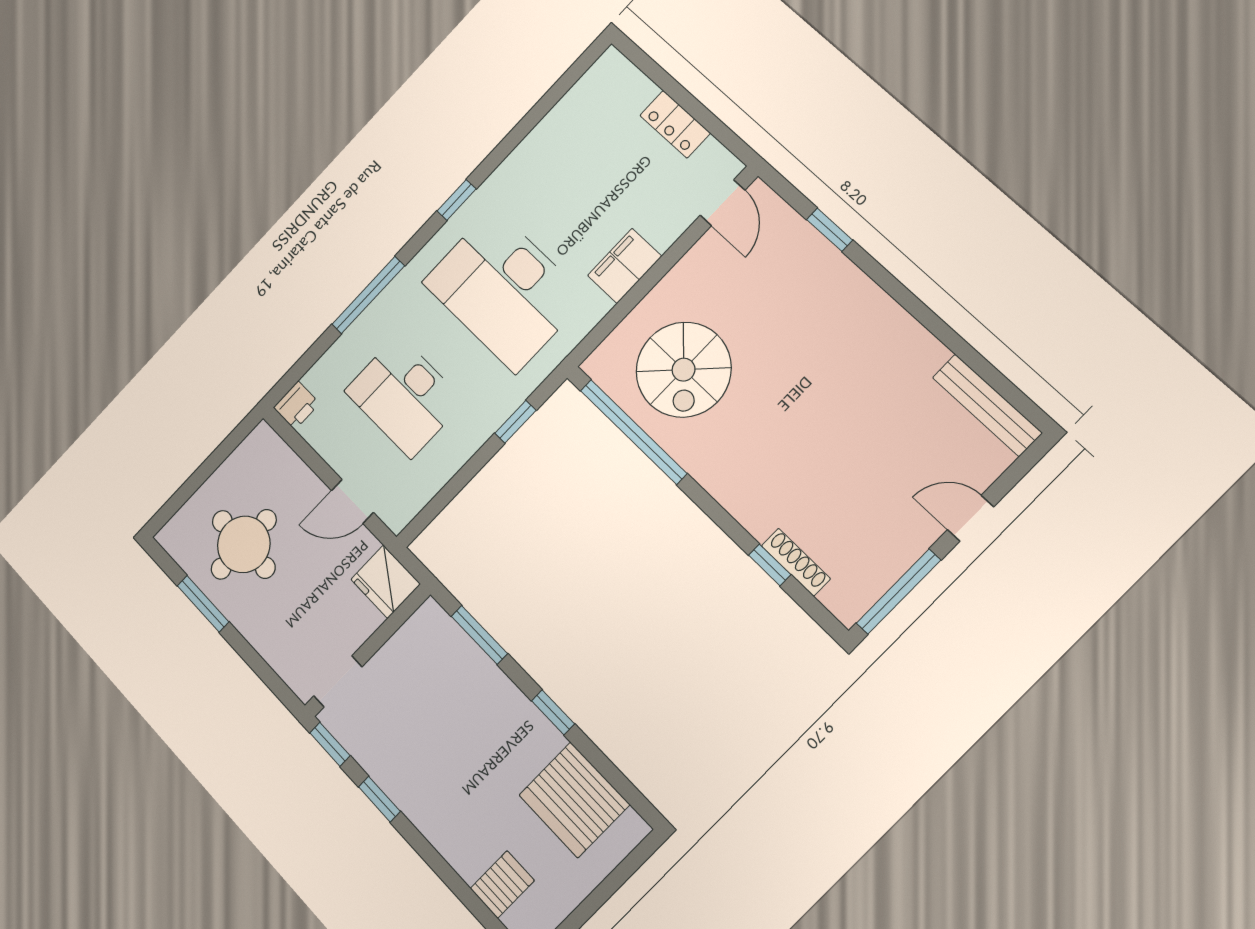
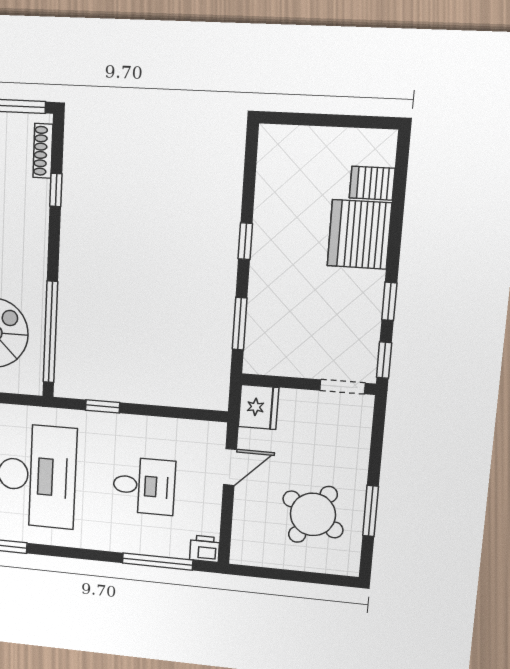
window: (368, 295) -> (157, 562), moved
desk: (404, 396) -> (144, 486), width x0.73
door: (352, 501) -> (230, 467), hinge flipped
round table: (244, 544) -> (313, 514), turned 32
shoe rack: (796, 562) -> (43, 151), moved
server rack: (574, 800) -> (359, 234), moved, turned 180

